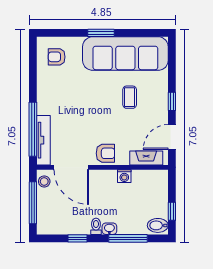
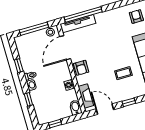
bidet: (158, 225) -> (76, 107), moved
window: (128, 238) -> (28, 99), width x0.46

